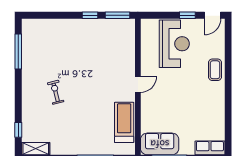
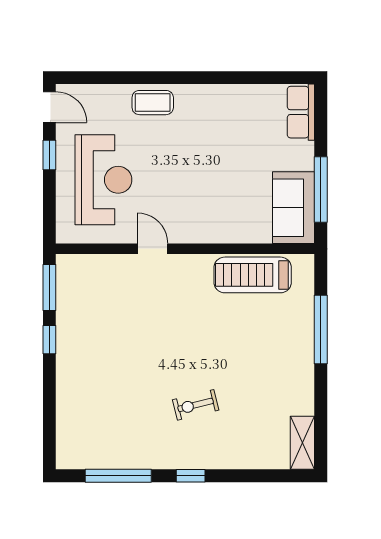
reception desk: (174, 44) -> (103, 180), turned 90
door: (138, 84) -> (153, 249), moved
window: (18, 130) -> (191, 476), moved

